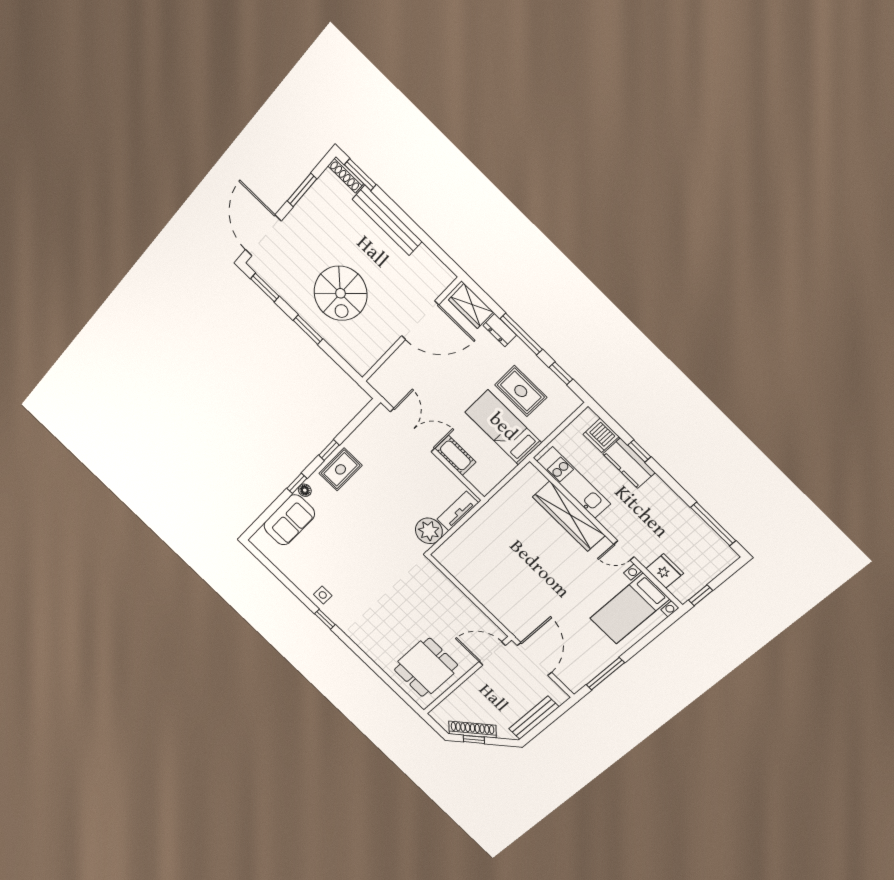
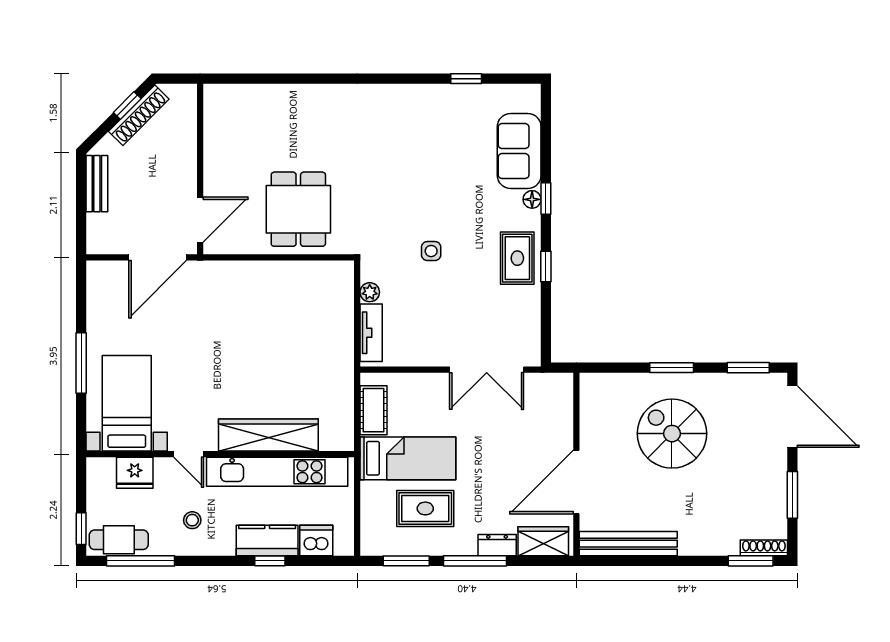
bench: (387, 220) -> (628, 544), moved
window: (561, 373) -> (406, 561), width x1.50
cot: (455, 455) -> (373, 410), moved, turned 90
kitchen unit: (574, 483) -> (277, 472), width x1.36
stool: (660, 516) -> (192, 520), added
plant: (429, 531) -> (370, 292), width x0.53, depth x0.53
cafe table: (713, 547) -> (119, 540), added
door: (624, 550) -> (189, 454), swing flipped
side table: (323, 595) -> (431, 251), moved
window: (701, 595) -> (81, 529), moved
window: (325, 619) -> (466, 79), moved
door: (534, 659) -> (158, 257), hinge flipped
dining table: (426, 667) -> (298, 209), moved
window: (605, 674) -> (81, 363), moved
bench: (534, 718) -> (97, 184), width x0.73

